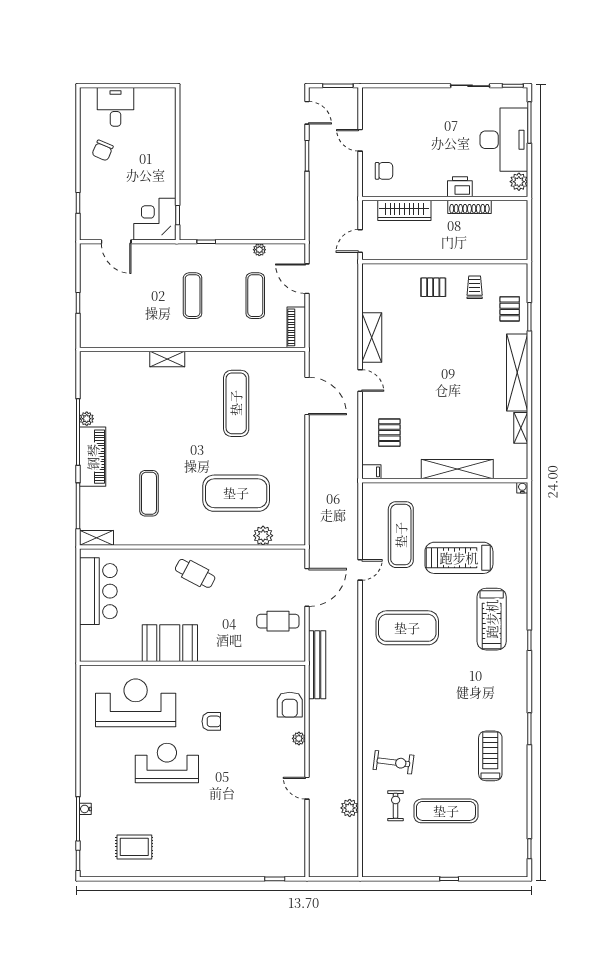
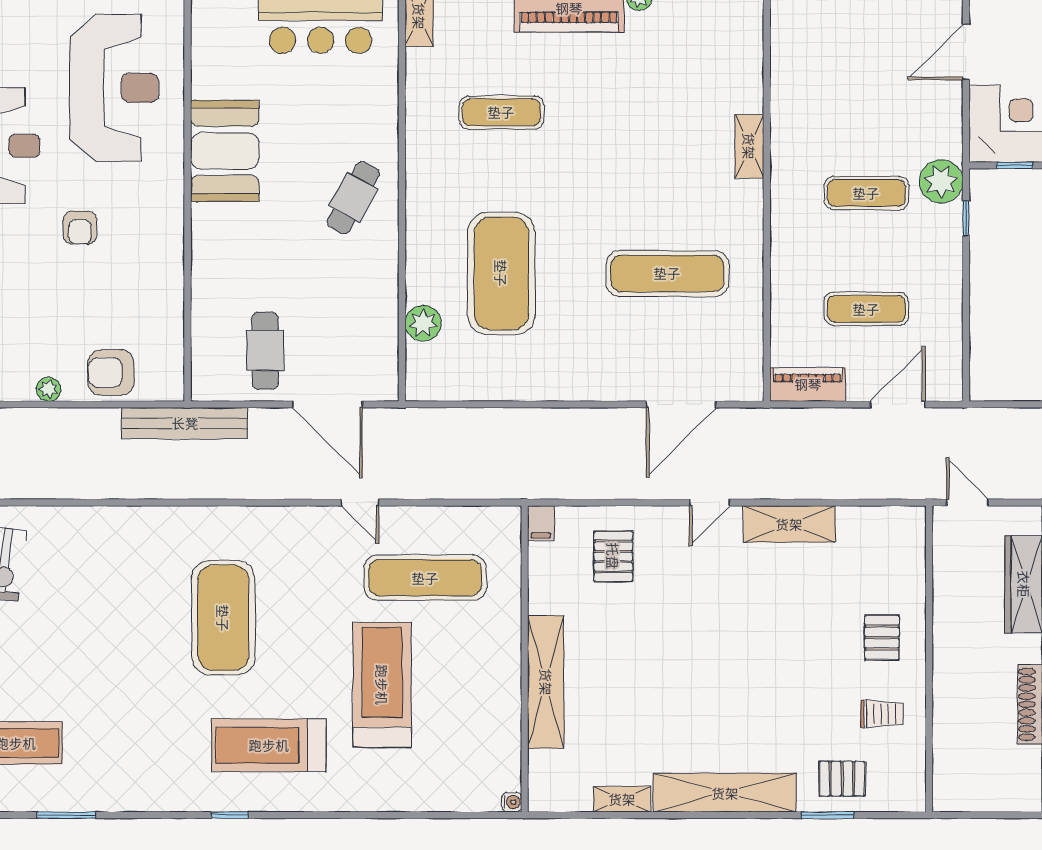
plant: (259, 250) -> (941, 181), moved, width x1.88, depth x1.88
pallet: (389, 433) -> (613, 556), turned 90
exercise mat: (407, 628) -> (223, 618), moved

